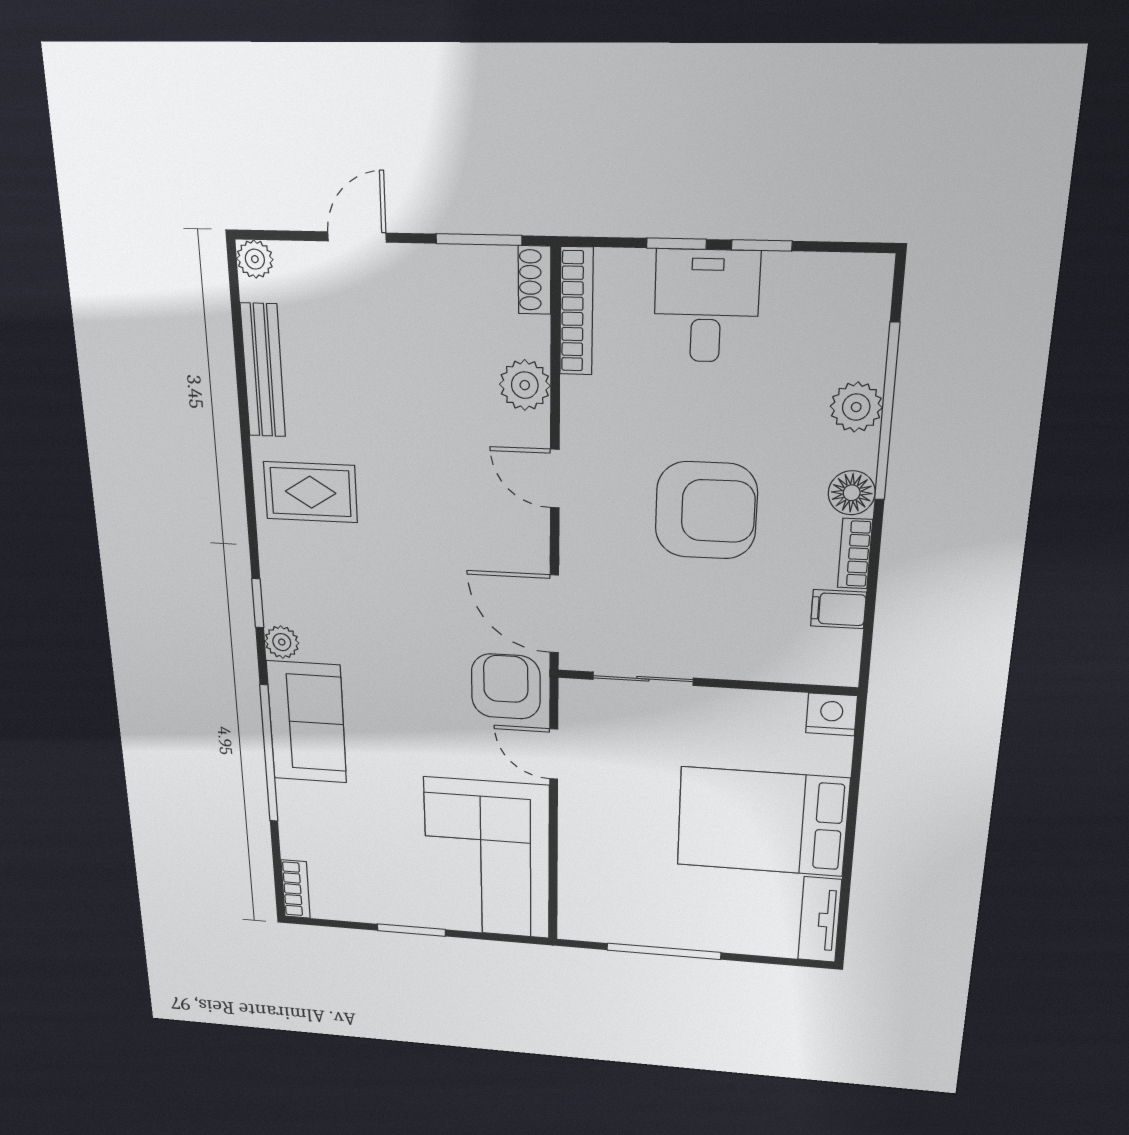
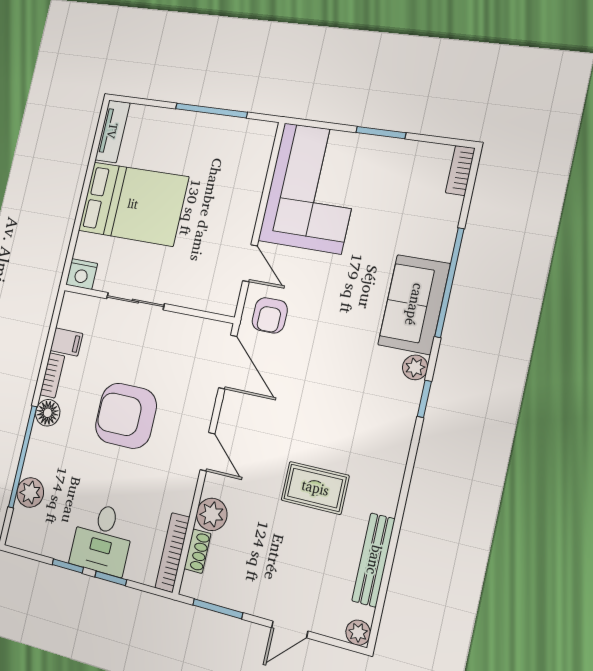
shoe rack: (534, 280) -> (197, 551), moved
plant: (856, 407) -> (30, 493), moved
rug: (311, 492) -> (315, 488), moved
sliding door: (643, 679) -> (135, 301), moved
armchair: (506, 687) -> (270, 315), width x0.72, depth x0.72

